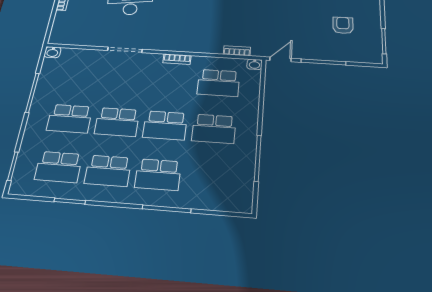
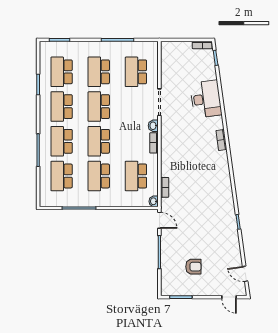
washbasin: (52, 52) -> (153, 126), moved
school desk: (80, 74) -> (136, 72), added
school desk: (209, 178) -> (62, 176), added

